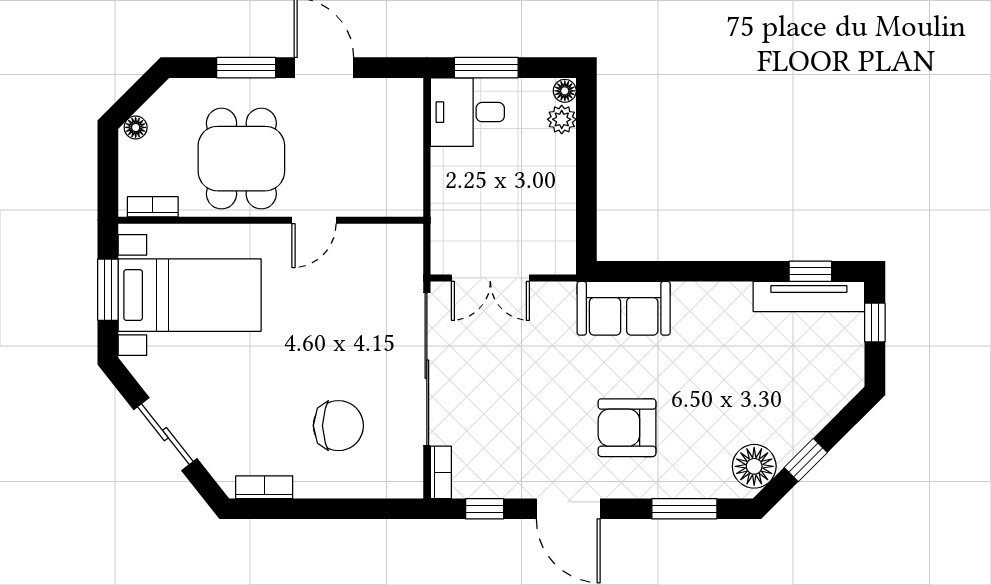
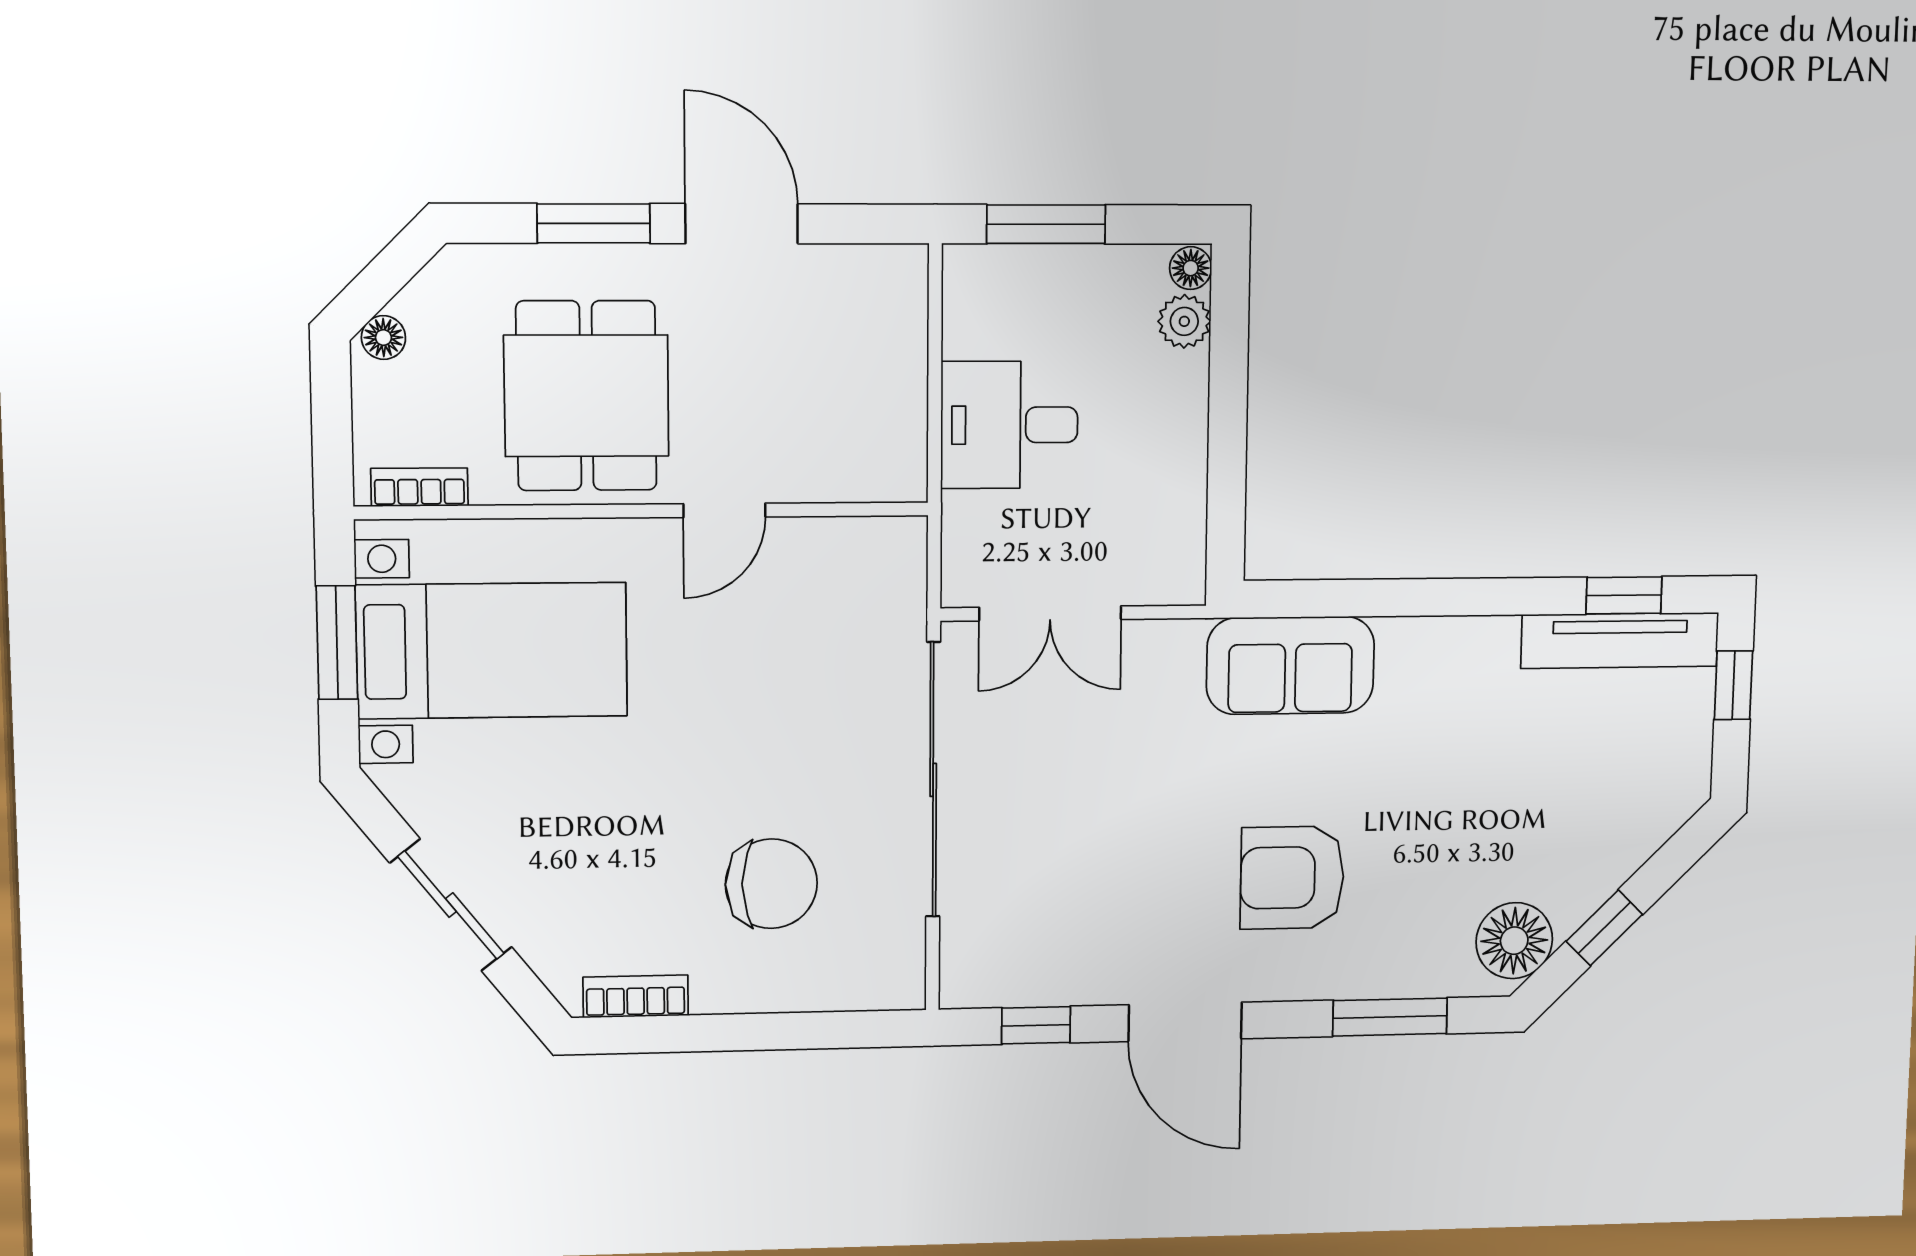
desk: (467, 112) -> (1009, 425), moved
bookcase: (441, 472) -> (958, 963), removed

